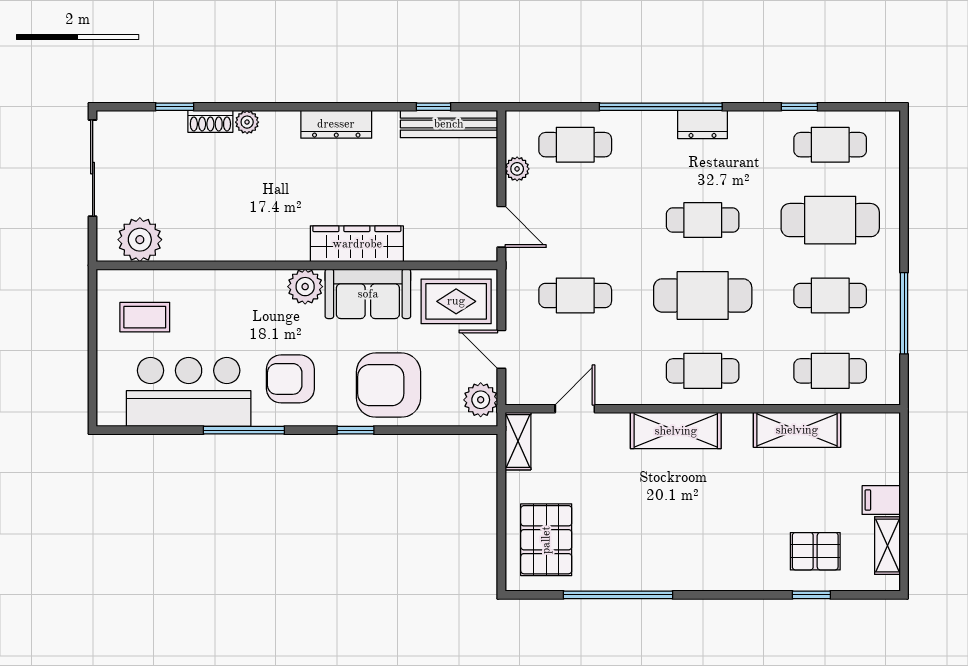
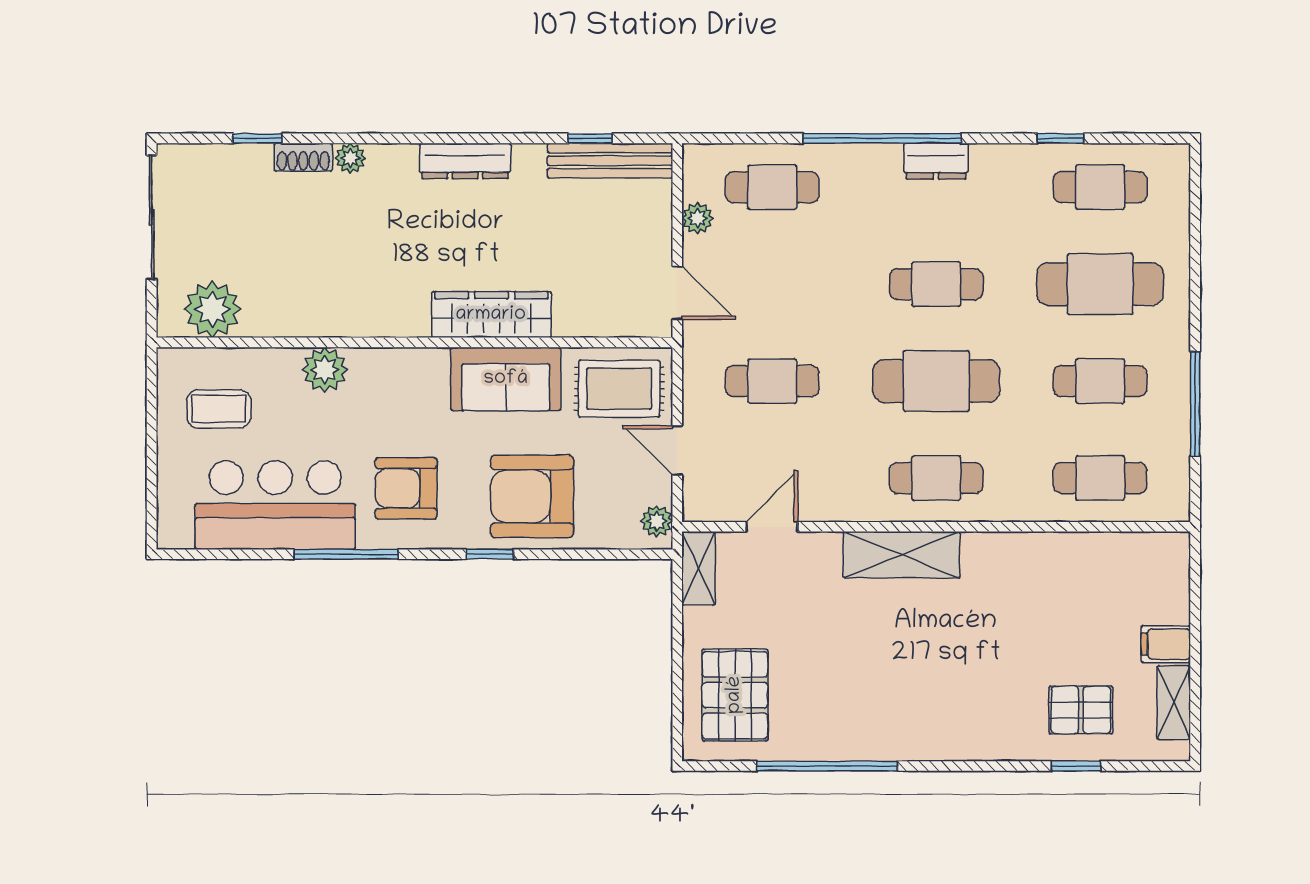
plant: (305, 287) -> (325, 370), moved
plant: (481, 400) -> (657, 521), width x0.73, depth x0.73
shelving: (797, 430) -> (1057, 554), removed

